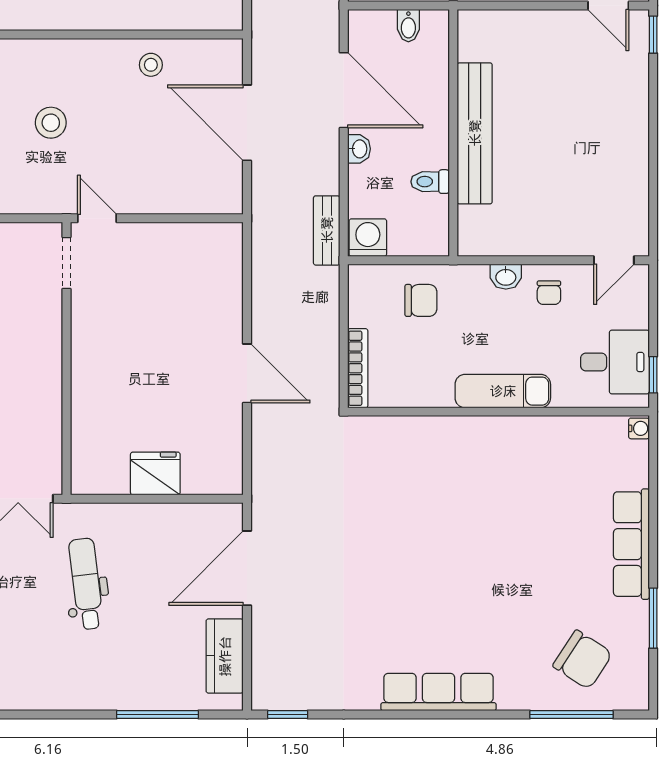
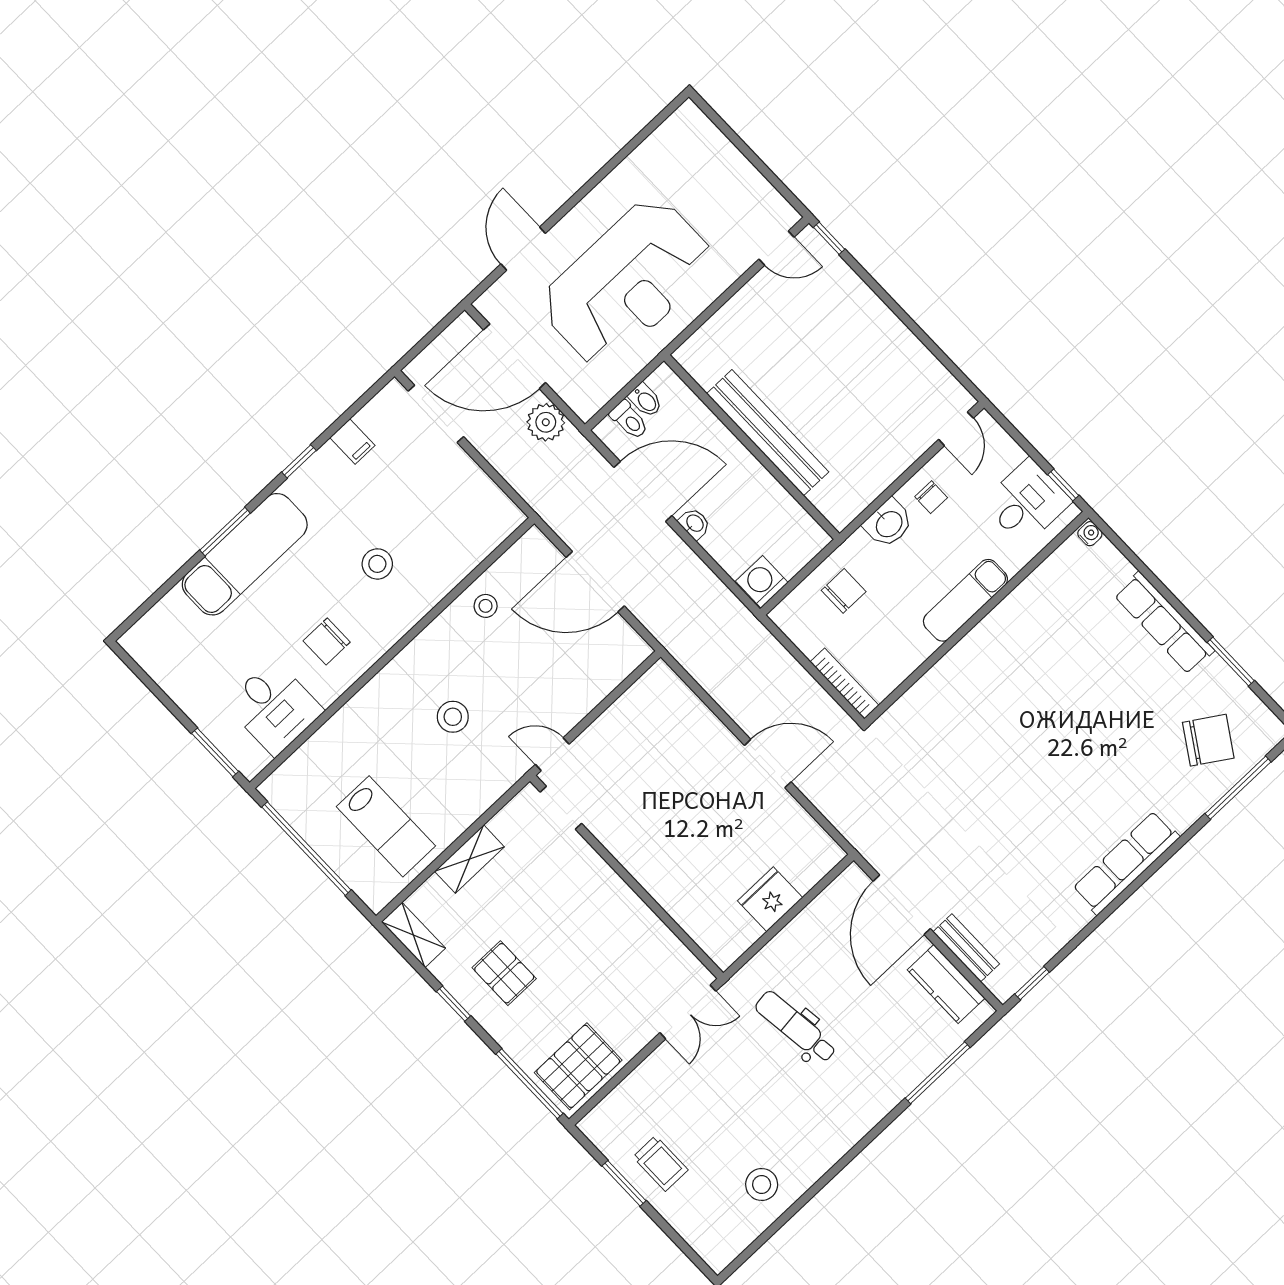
toilet: (430, 182) -> (629, 420), moved, turned -90
bench: (327, 230) -> (966, 948), moved
washbasin: (506, 277) -> (888, 523), width x1.38, depth x1.45

